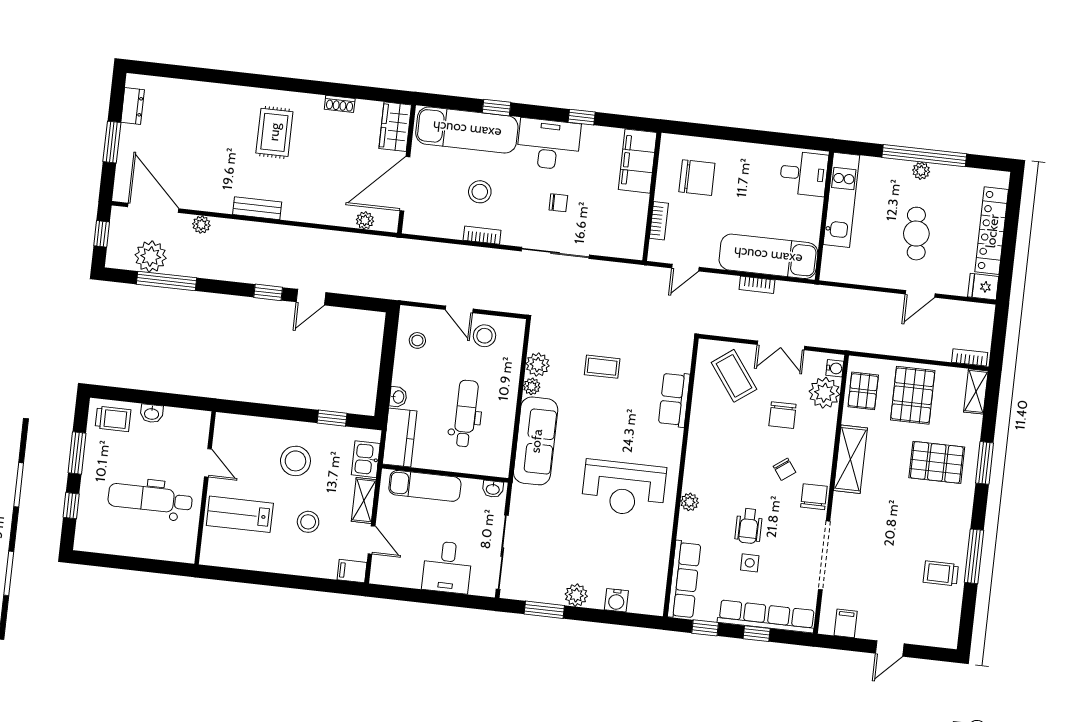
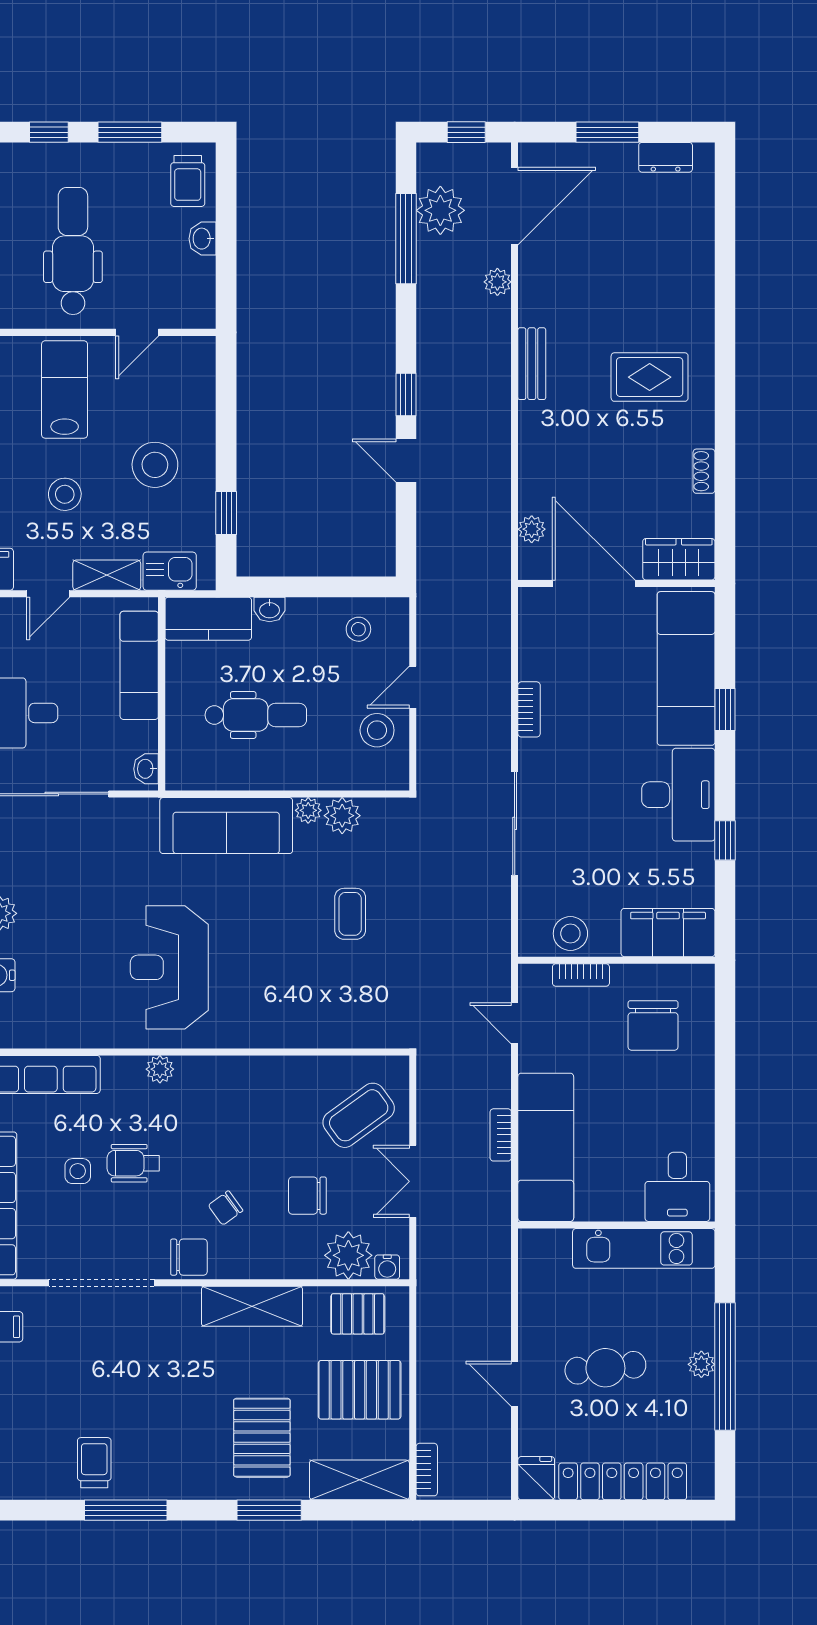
stool: (480, 192) -> (570, 934), moved
chair: (558, 203) -> (591, 820), removed
shelving: (976, 391) -> (359, 1480), width x1.50, depth x1.33
row of seats: (674, 400) -> (313, 1029), removed

